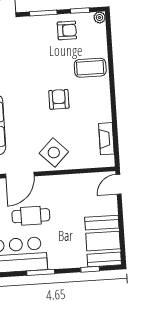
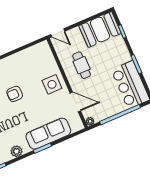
fireplace: (106, 139) -> (30, 52), removed
side table: (54, 153) -> (52, 84), turned 45
cafe table: (31, 216) -> (82, 65), moved

